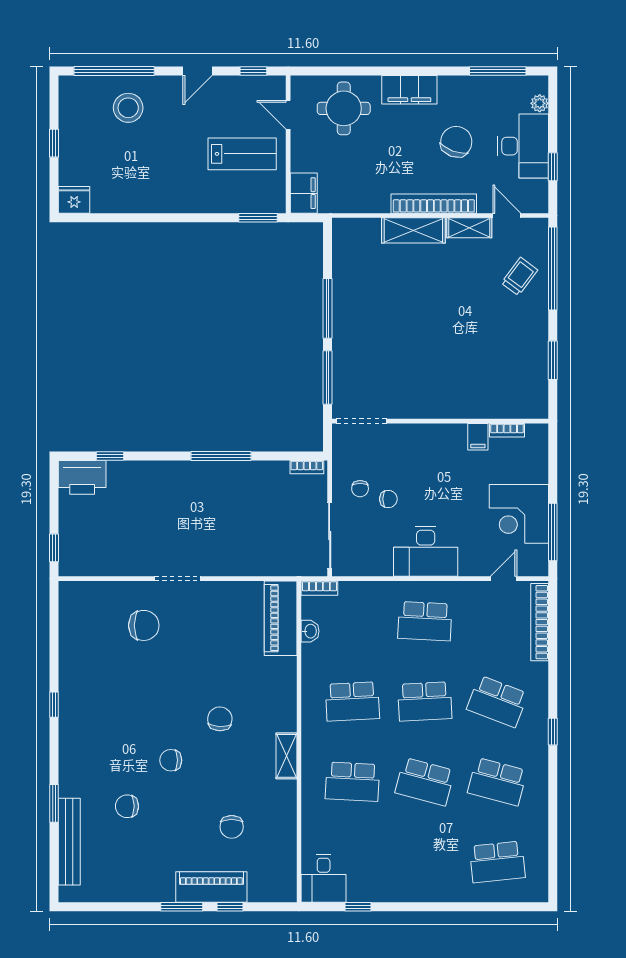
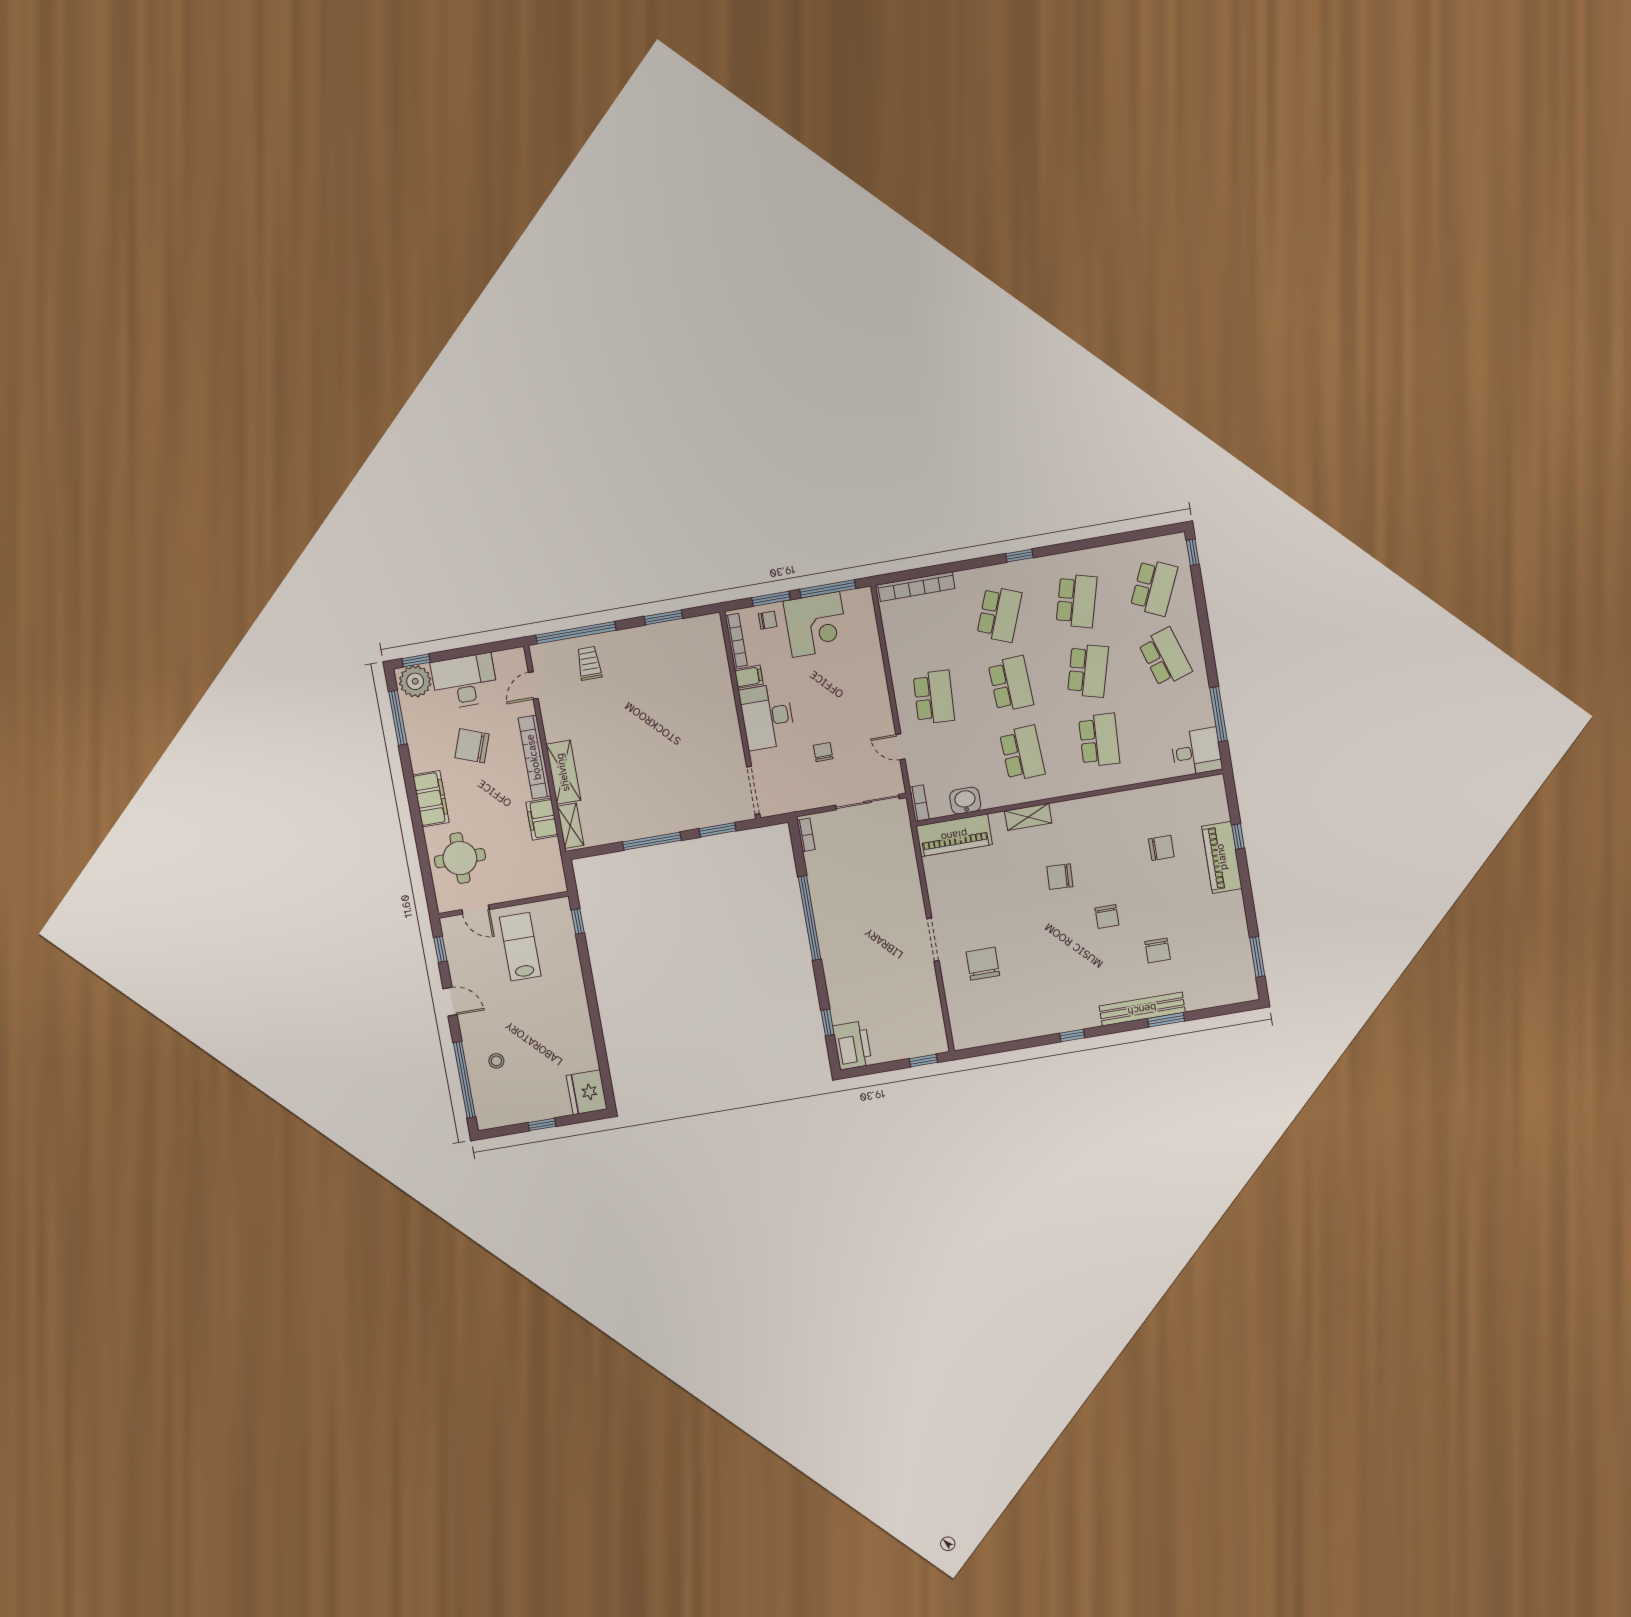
plant: (540, 103) -> (415, 681), width x1.88, depth x1.88
stool: (128, 108) -> (496, 1061), width x0.53, depth x0.53
door: (288, 115) -> (475, 910), hinge flipped
window: (553, 167) -> (416, 660), moved
filing cabinet: (304, 193) -> (542, 819), moved, turned -90
fridge: (74, 200) -> (587, 1092), width x1.36, depth x1.34
window: (258, 218) -> (578, 921), width x0.67
shelving: (469, 228) -> (570, 826), moved
trolley: (519, 276) -> (589, 663), turned 53
window: (327, 378) -> (718, 830), width x0.69
bookcase: (507, 430) -> (736, 640), width x1.56
window: (221, 456) -> (810, 918), width x1.46
window: (553, 473) -> (771, 599), added
chair: (360, 489) -> (768, 620), moved
desk: (426, 551) -> (767, 717), moved, turned 180
door: (504, 579) -> (900, 747), moved
washbasin: (310, 631) -> (965, 801), width x1.38, depth x1.45
shelving: (286, 756) -> (1028, 817), moved
bench: (69, 842) -> (1142, 1009), moved
school desk: (425, 862) -> (1165, 657), added
school desk: (497, 862) -> (1154, 587), turned 30
window: (182, 907) -> (1257, 957), moved
window: (358, 907) -> (1219, 714), width x2.17
window: (526, 907) -> (1193, 552), added

